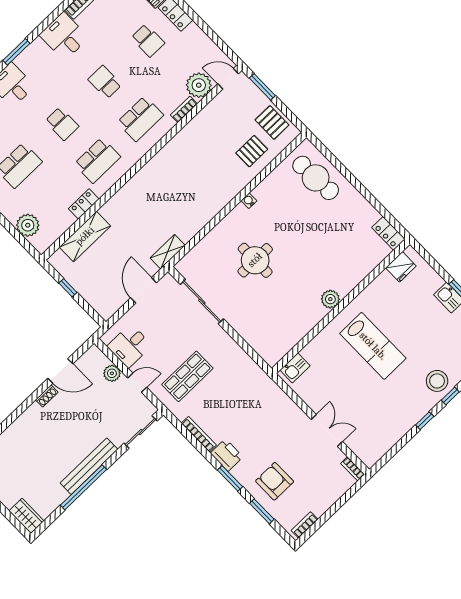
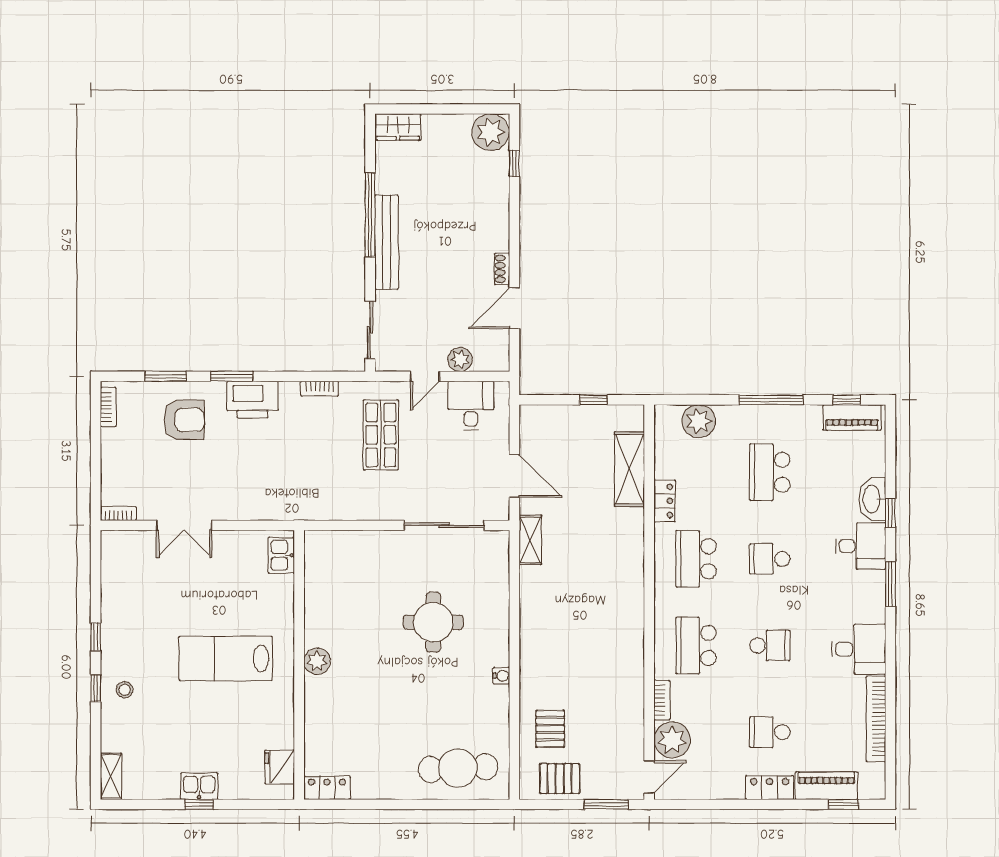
stool: (437, 381) -> (125, 690), width x0.53, depth x0.53
bookcase: (199, 434) -> (320, 388), width x0.64
printer: (227, 455) -> (252, 399), width x1.37, depth x1.19

